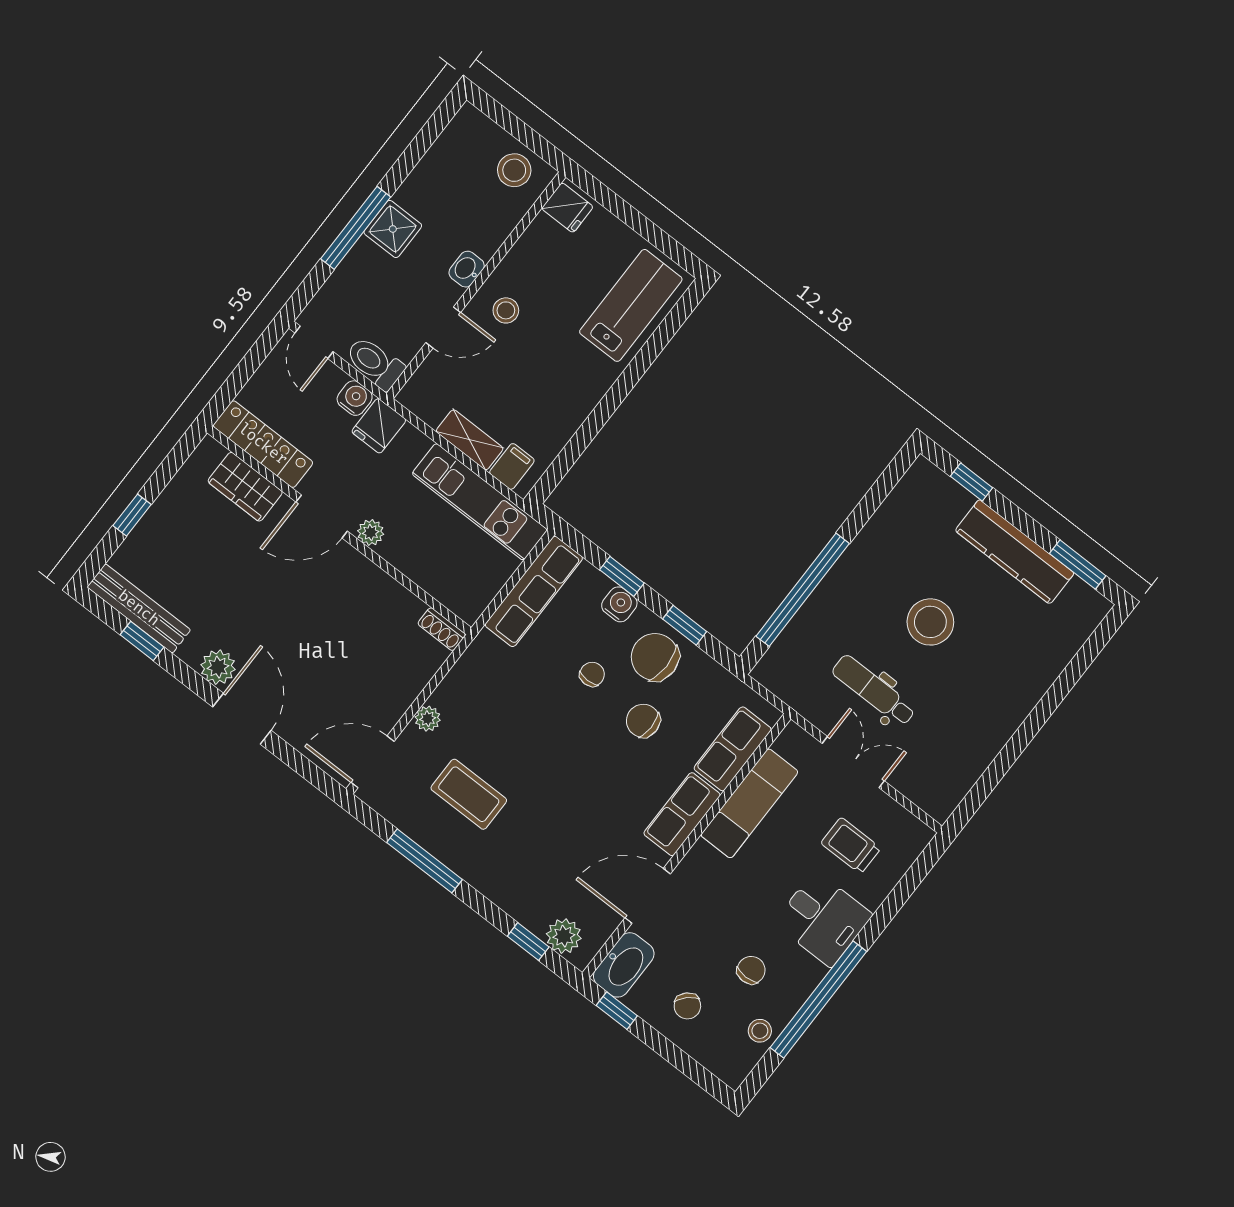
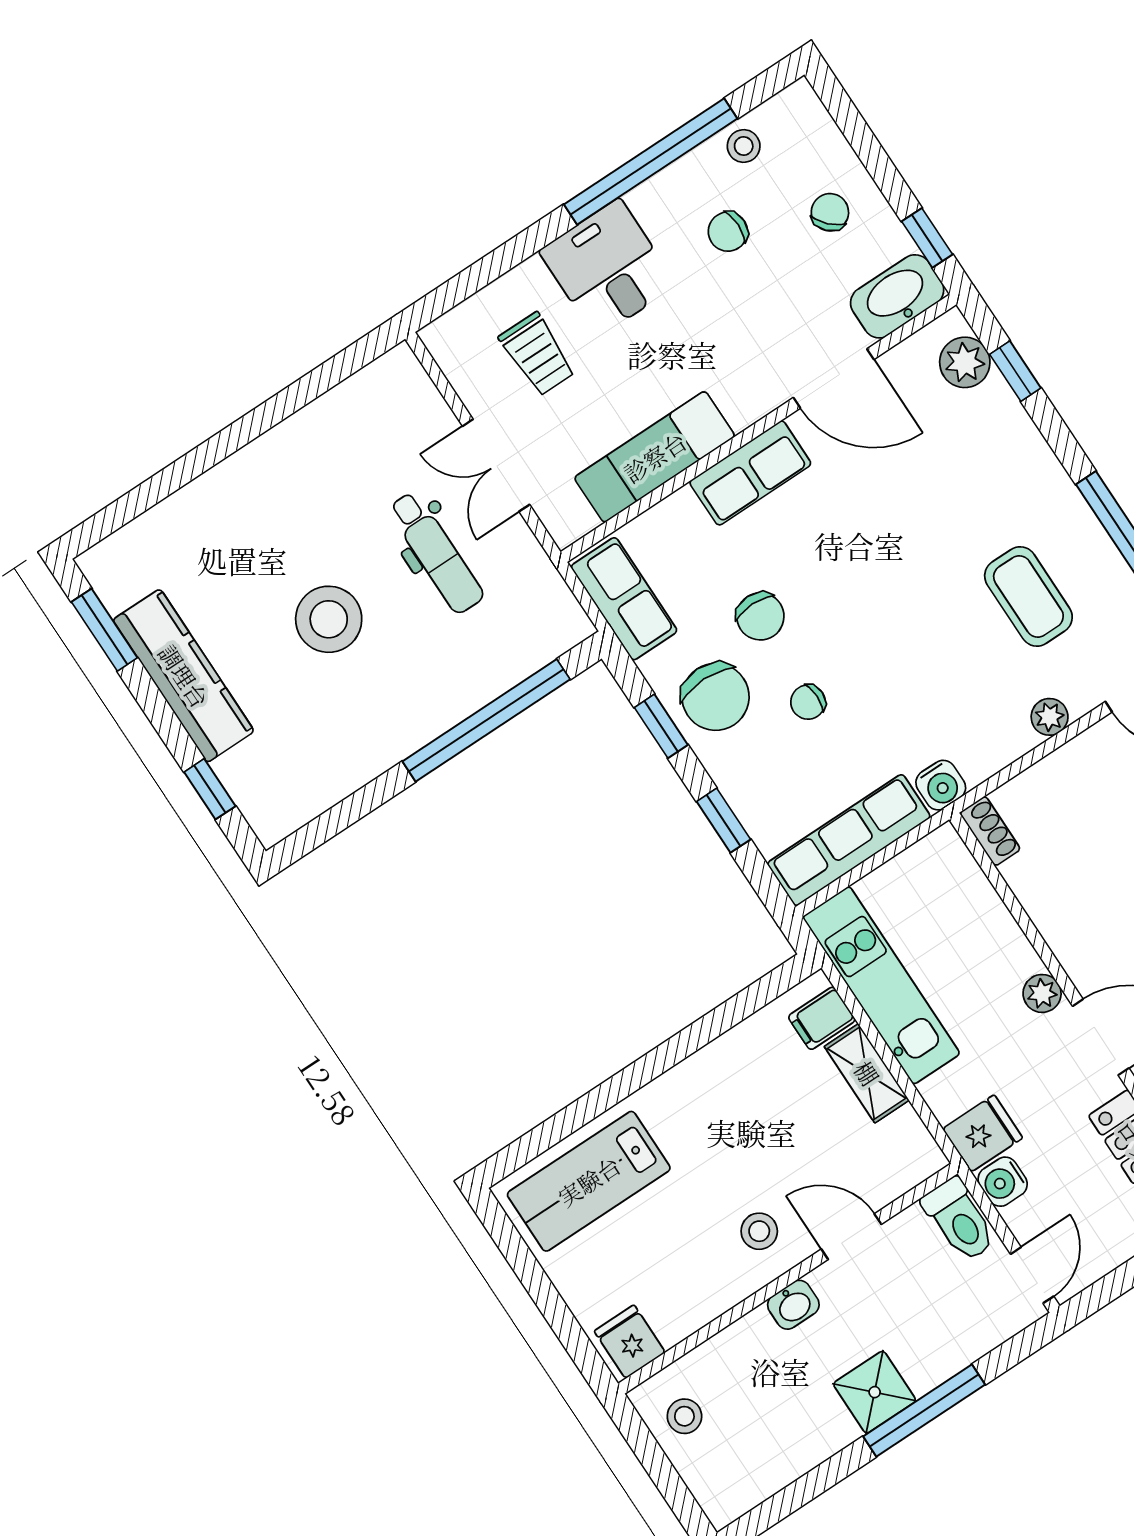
stool: (514, 170) -> (684, 1416), width x0.73, depth x0.73
water cooler: (619, 604) -> (941, 785), moved, turned -90
row of seats: (733, 749) -> (624, 599), moved, turned -90

